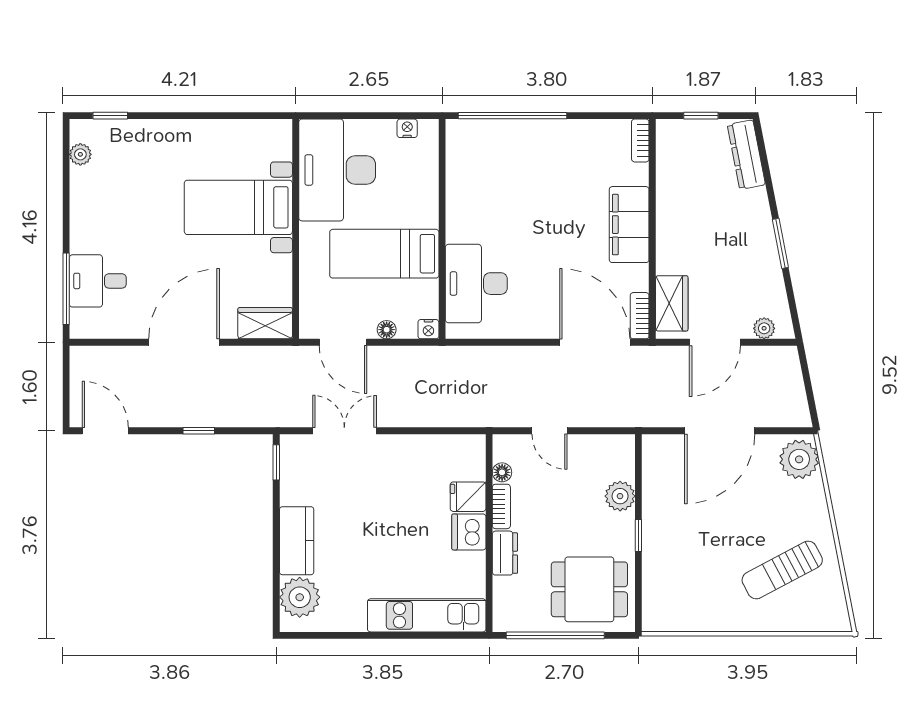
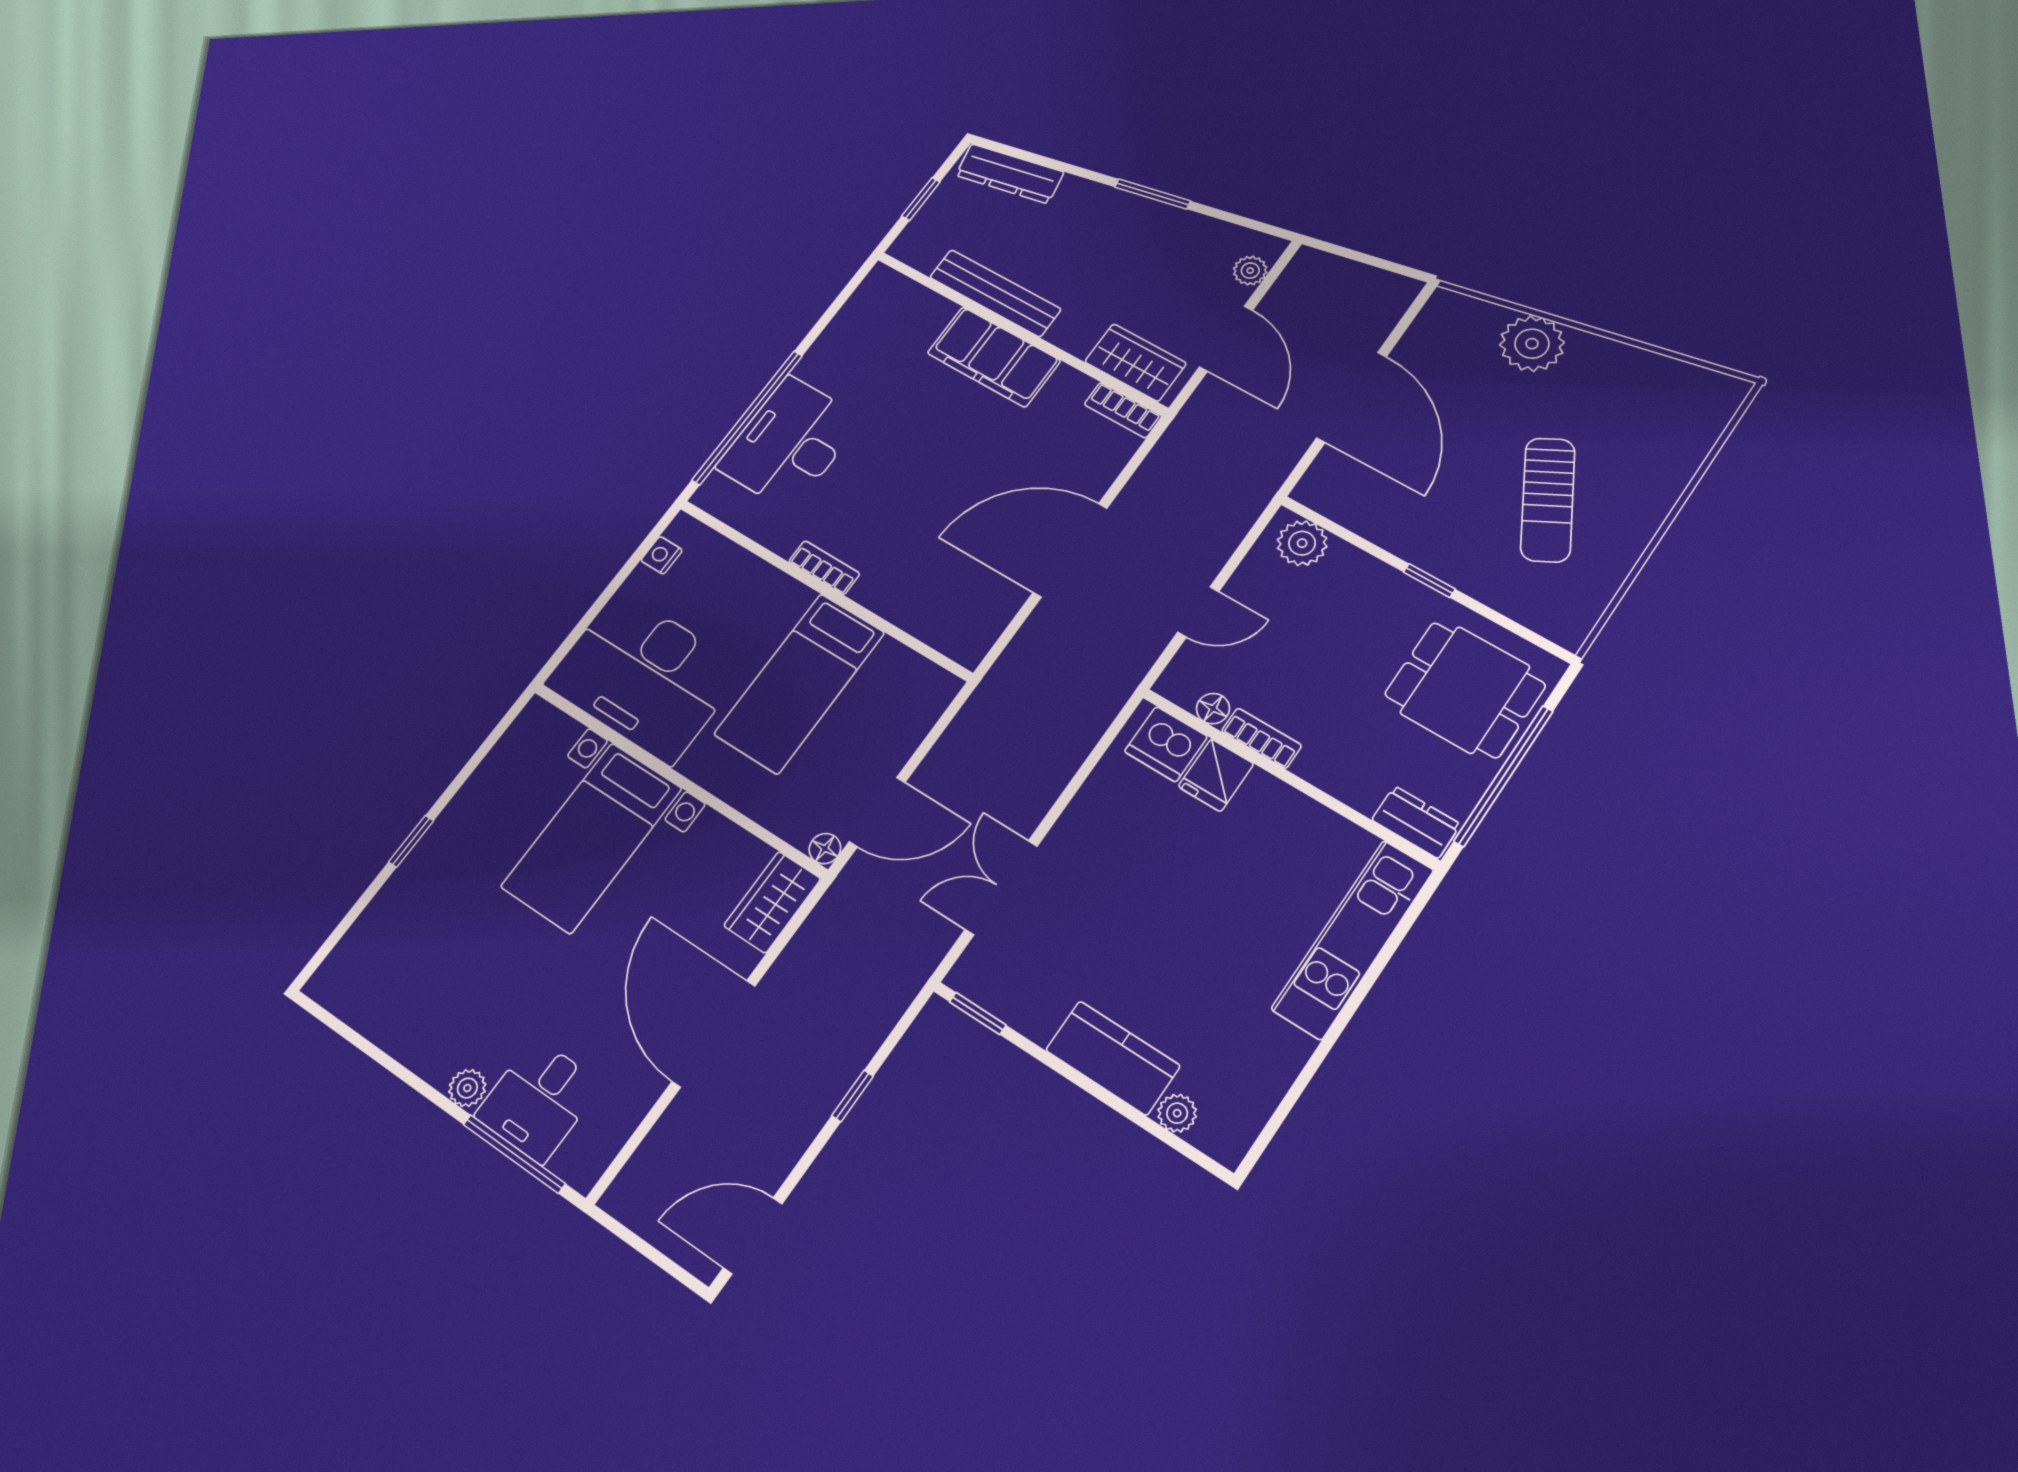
window: (110, 116) -> (411, 841), moved
bookcase: (640, 140) -> (824, 568), moved, turned 180
plant: (80, 154) -> (467, 1088), moved
bench: (668, 198) -> (995, 293), added
desk: (476, 284) -> (790, 443), moved, turned 90
nightstand: (428, 329) -> (943, 687), removed
floor lamp: (387, 330) -> (825, 849), moved
door: (595, 342) -> (1070, 550), moved
plant: (799, 459) -> (1532, 344), moved
plant: (620, 496) -> (1302, 543), moved
dishwasher: (469, 532) -> (1166, 744), moved
dresser: (505, 553) -> (1416, 822), moved
sun lounger: (782, 570) -> (1548, 500), moved
dining table: (589, 589) -> (1465, 690), turned 90
plant: (300, 597) -> (1177, 1113), width x0.53, depth x0.53

